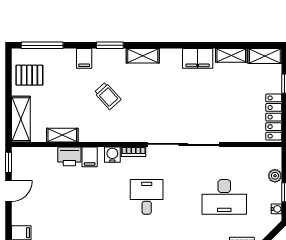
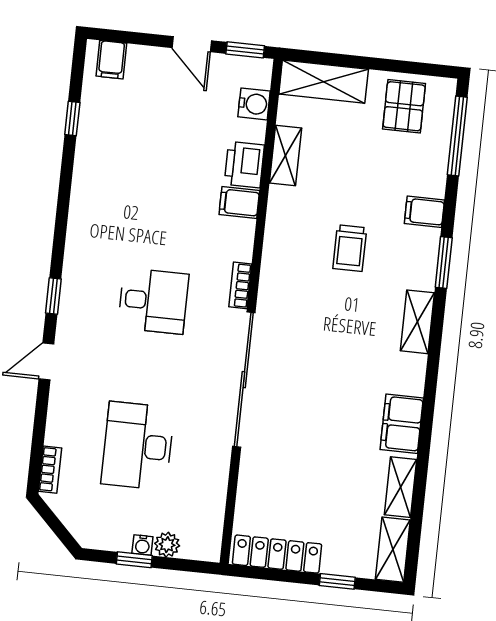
trolley: (108, 96) -> (350, 248), turned -48
water cooler: (112, 155) -> (254, 104), moved
water cooler: (277, 209) -> (142, 545), moved

